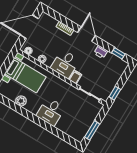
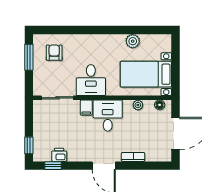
printer: (101, 52) -> (59, 155), moved
window: (115, 93) -> (29, 145), moved
desk: (51, 112) -> (91, 80), moved, turned 180
armchair: (75, 124) -> (54, 53), added

